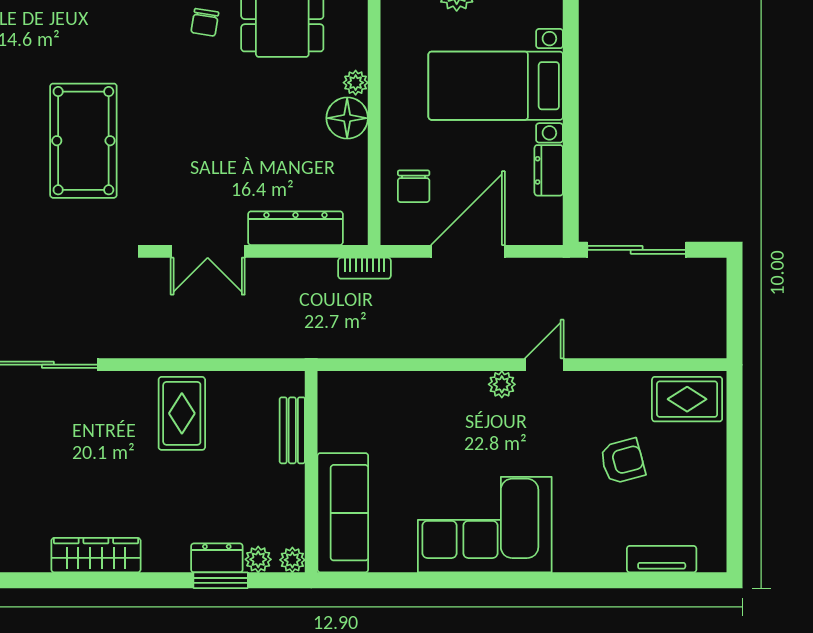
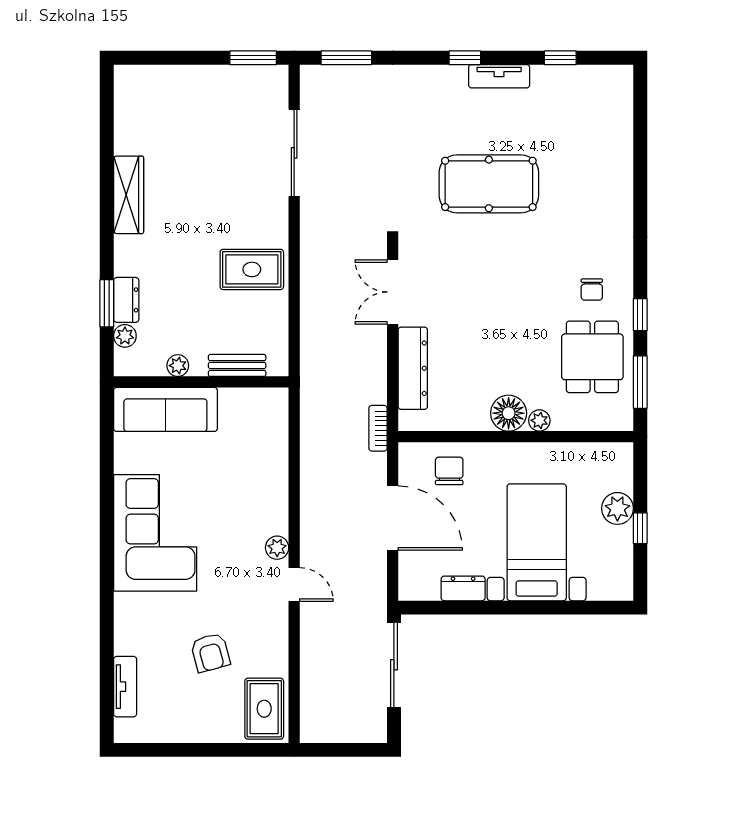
chair: (205, 22) -> (592, 289), turned -99
chair: (414, 186) -> (449, 471), turned 90
plant: (292, 560) -> (178, 366), moved

